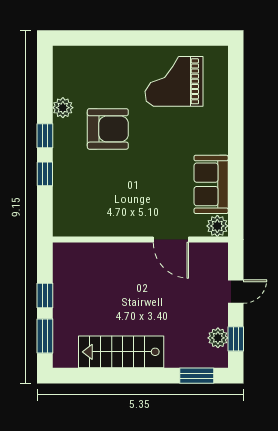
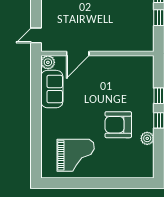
door: (171, 240) -> (78, 54), swing flipped
door: (236, 291) -> (36, 35), moved

